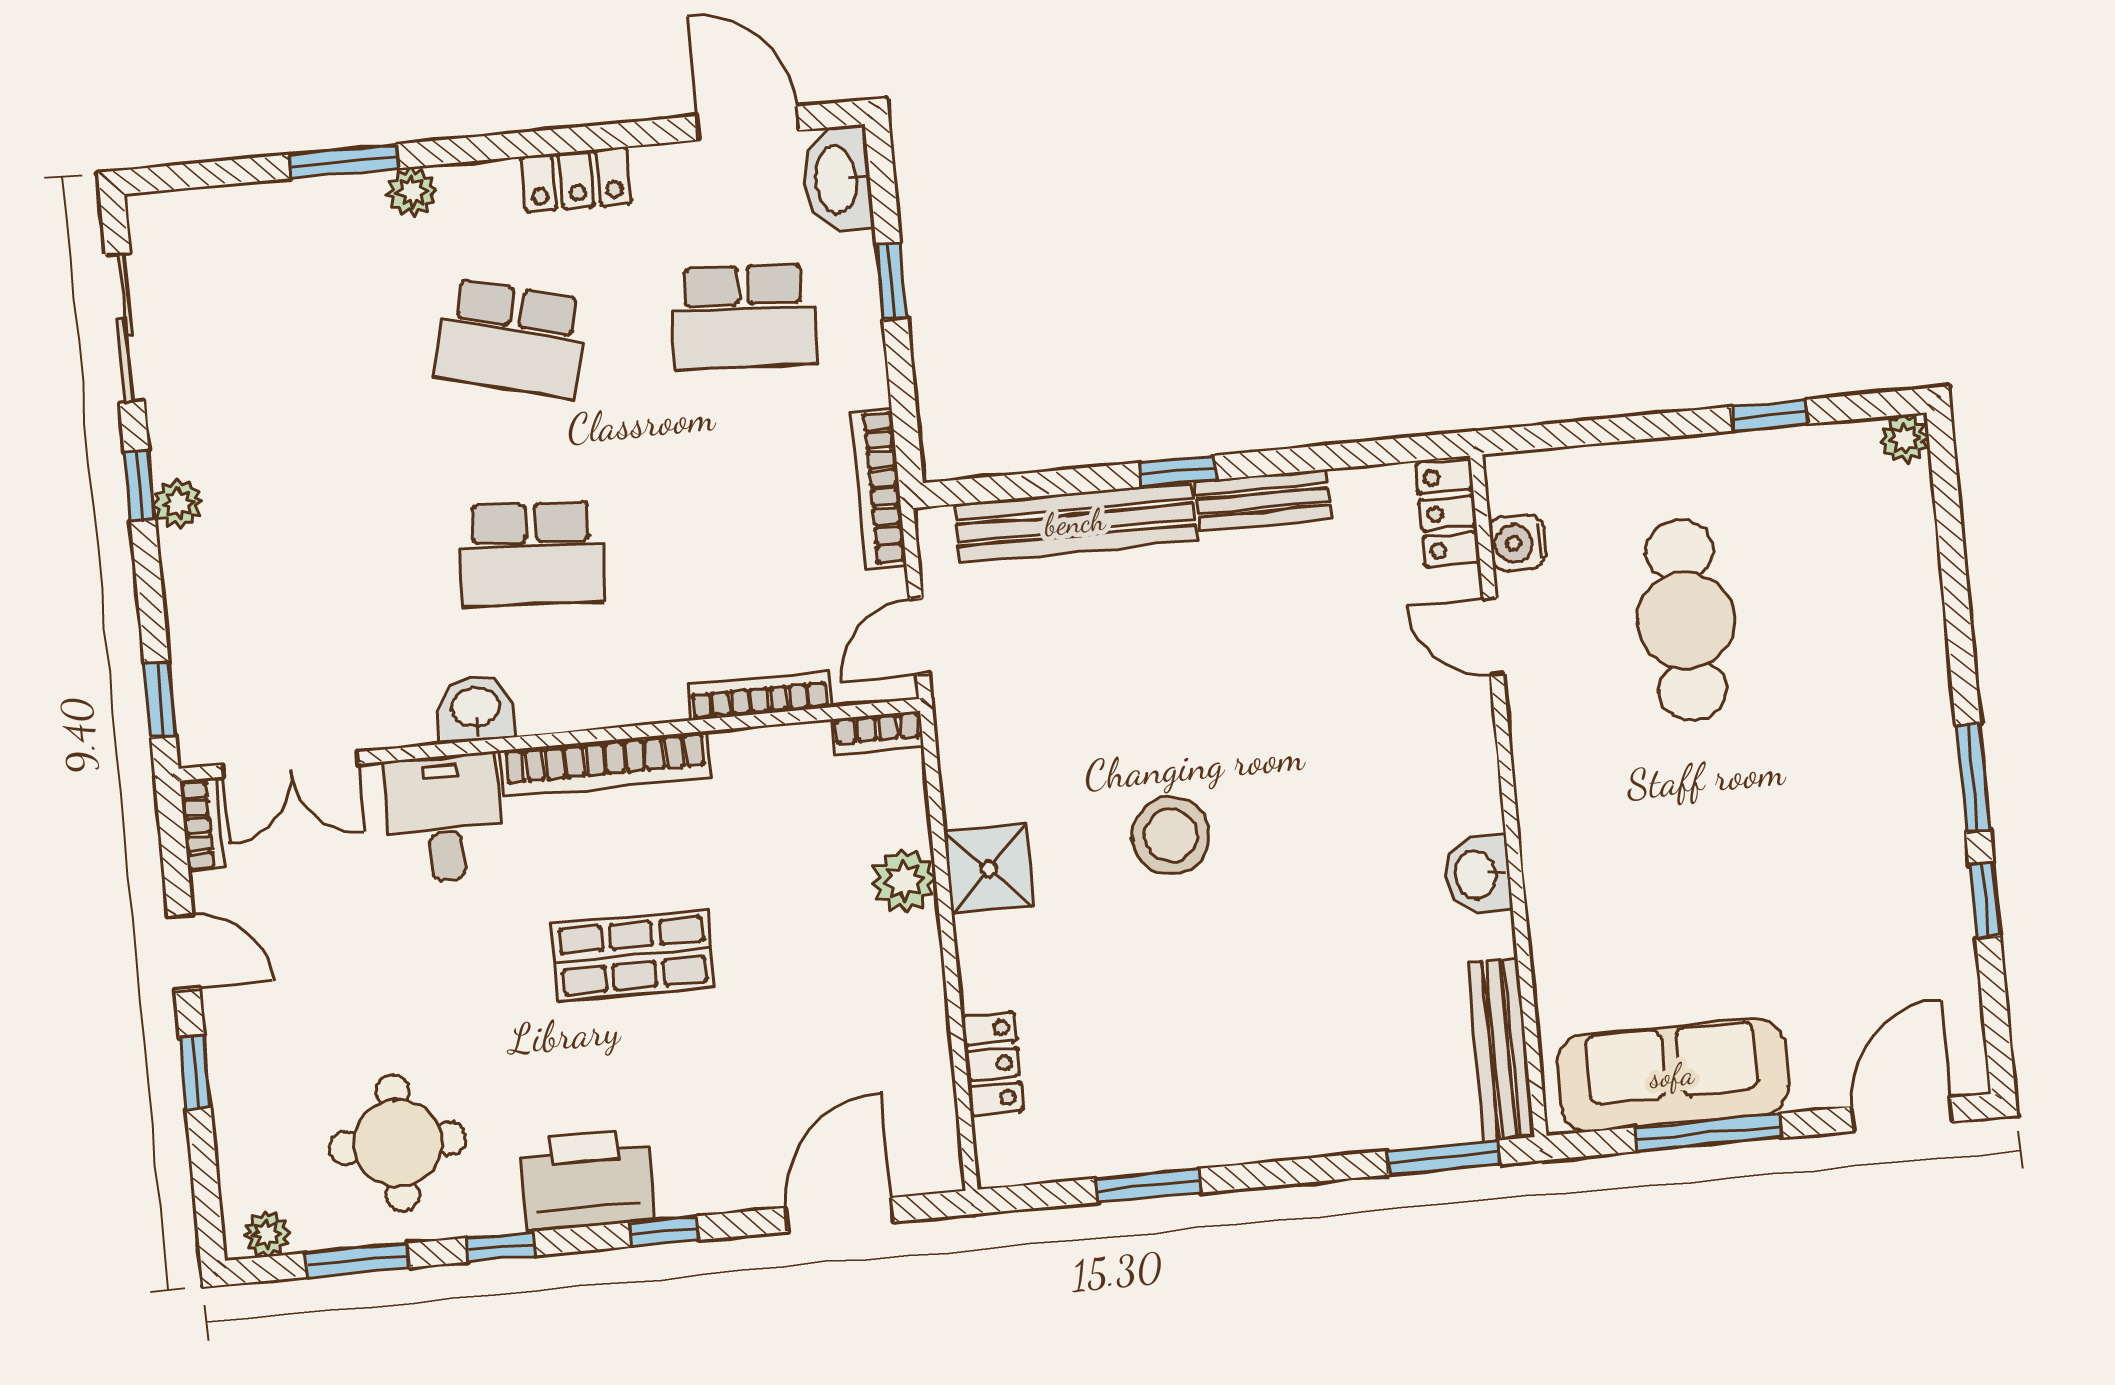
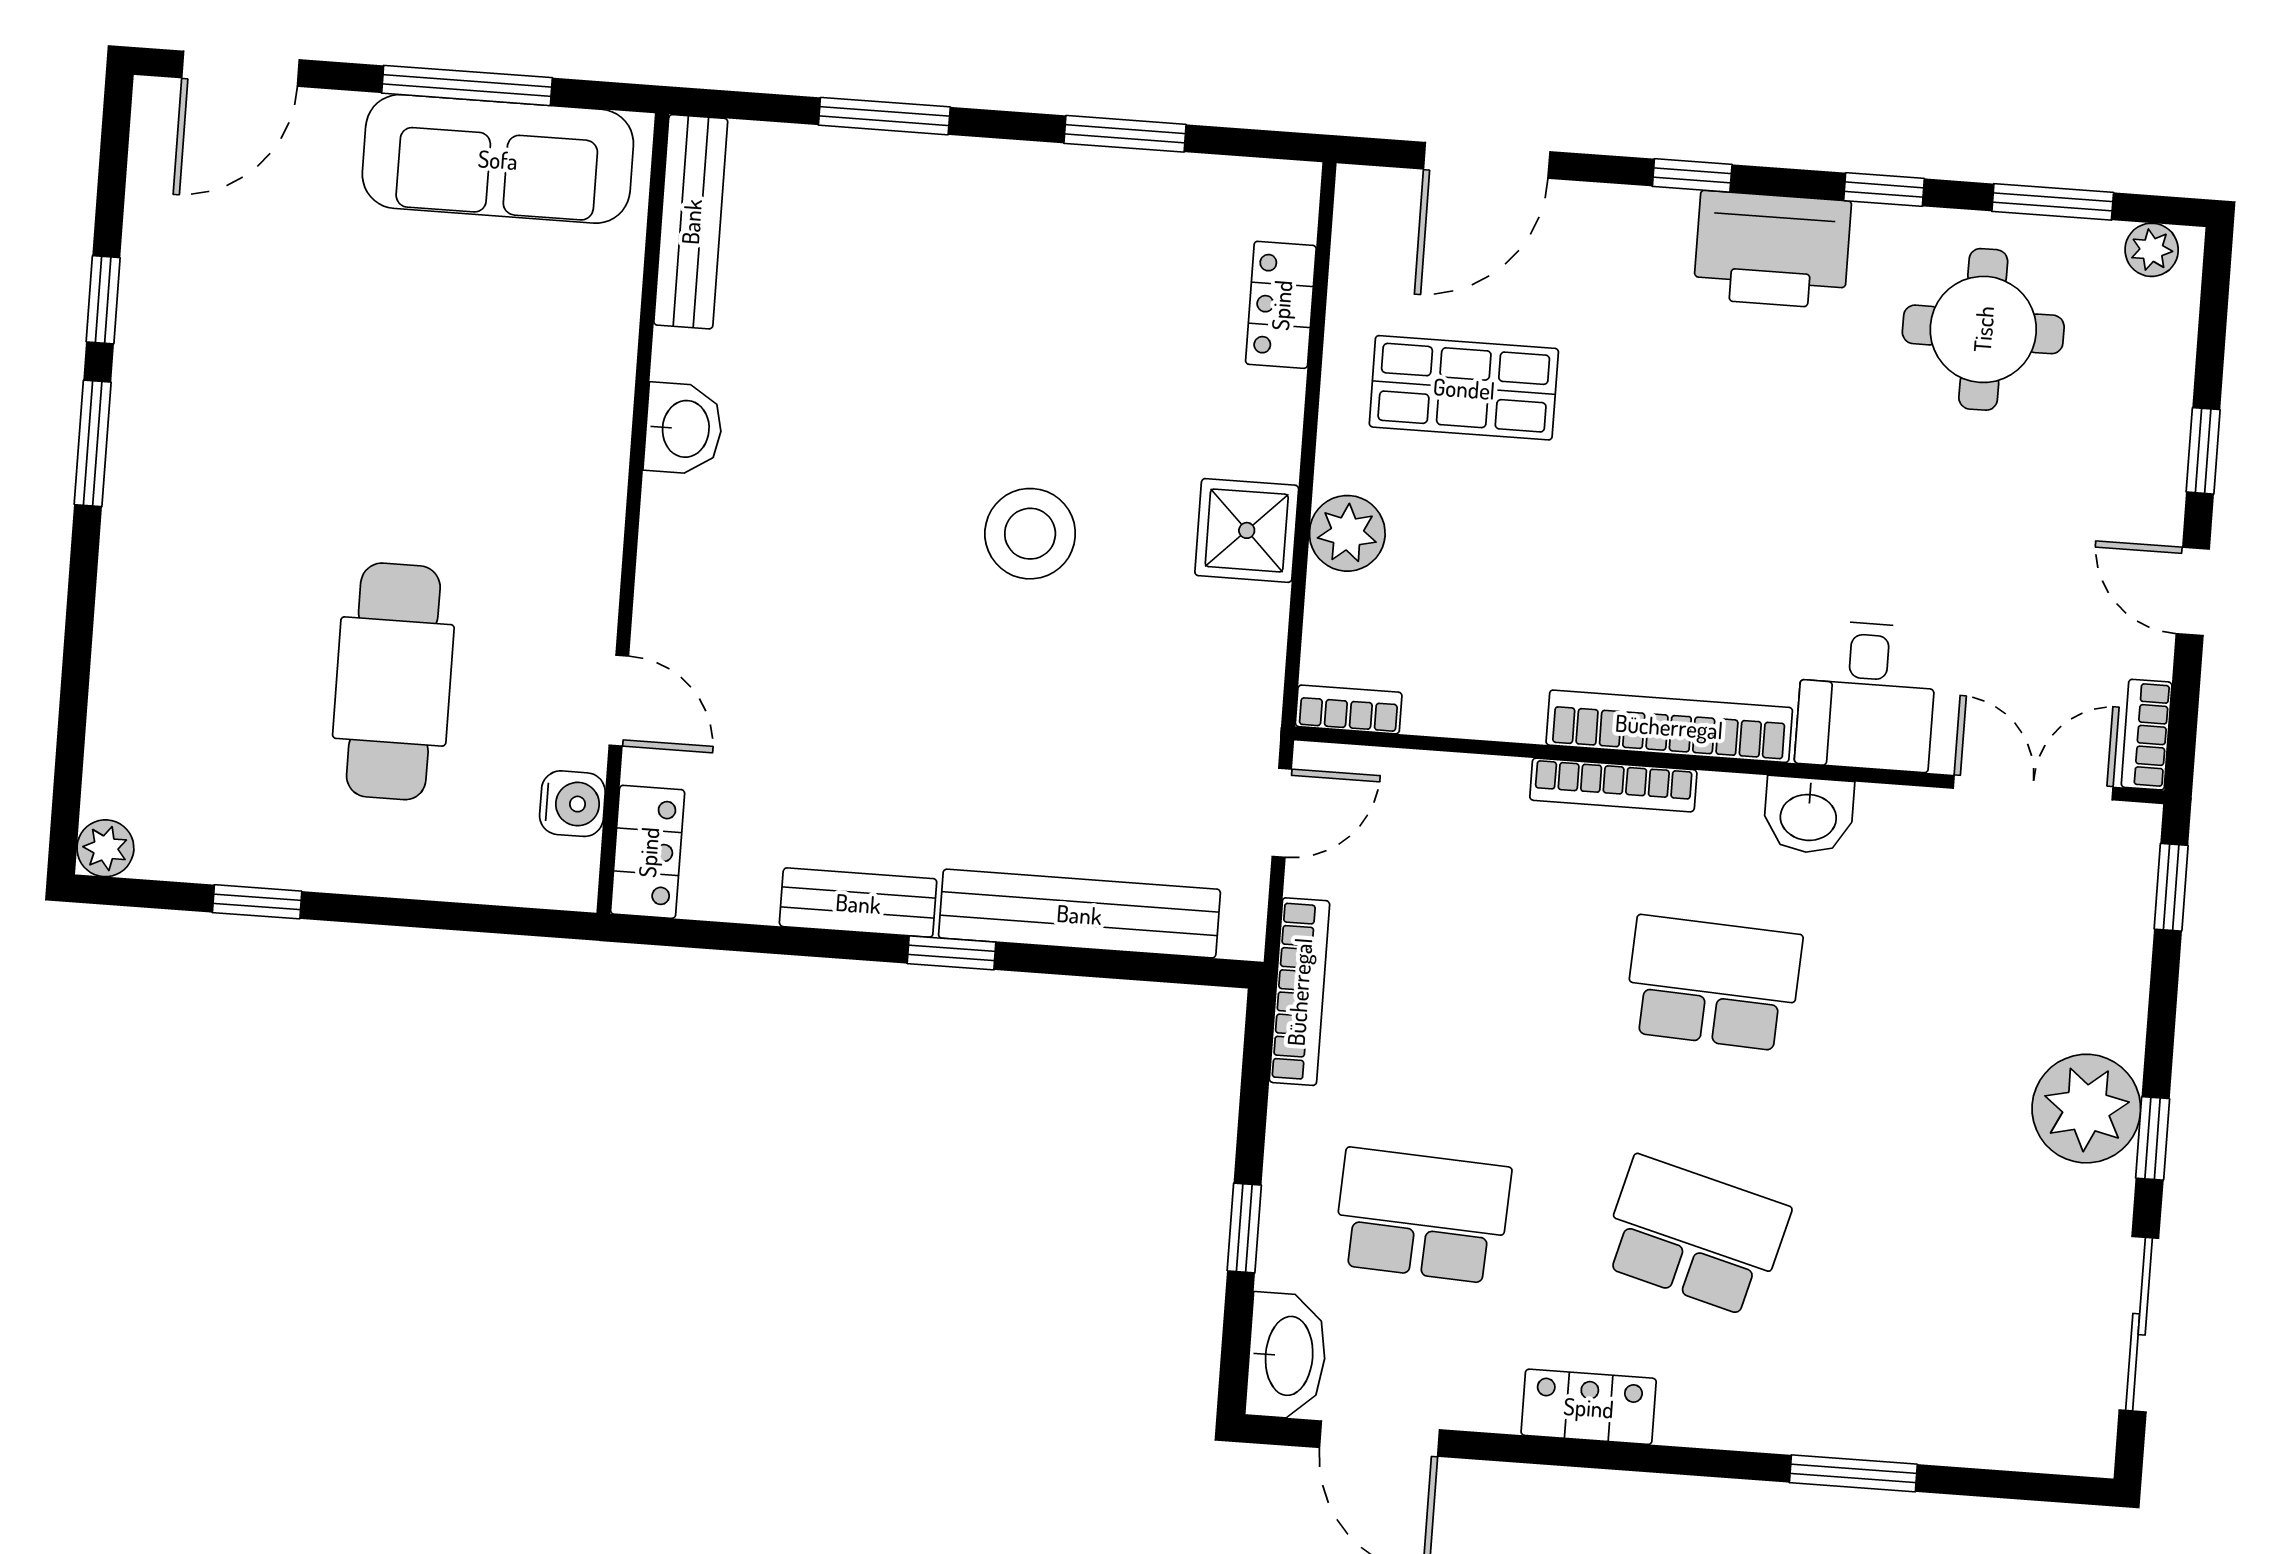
plant: (412, 192) -> (1781, 1425), removed
plant: (178, 504) -> (2086, 1109), width x1.88, depth x1.88
bookcase: (759, 696) -> (1613, 785), moved
shop shelf: (633, 955) -> (1464, 388), moved
window: (1443, 1158) -> (884, 116), moved

